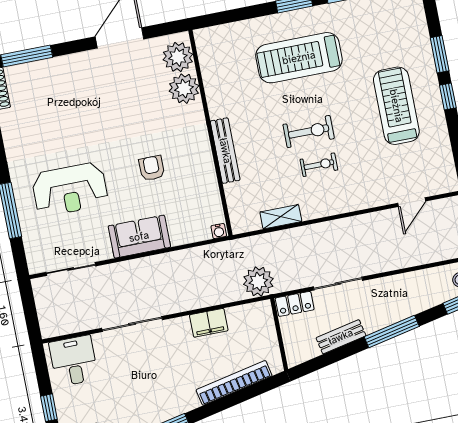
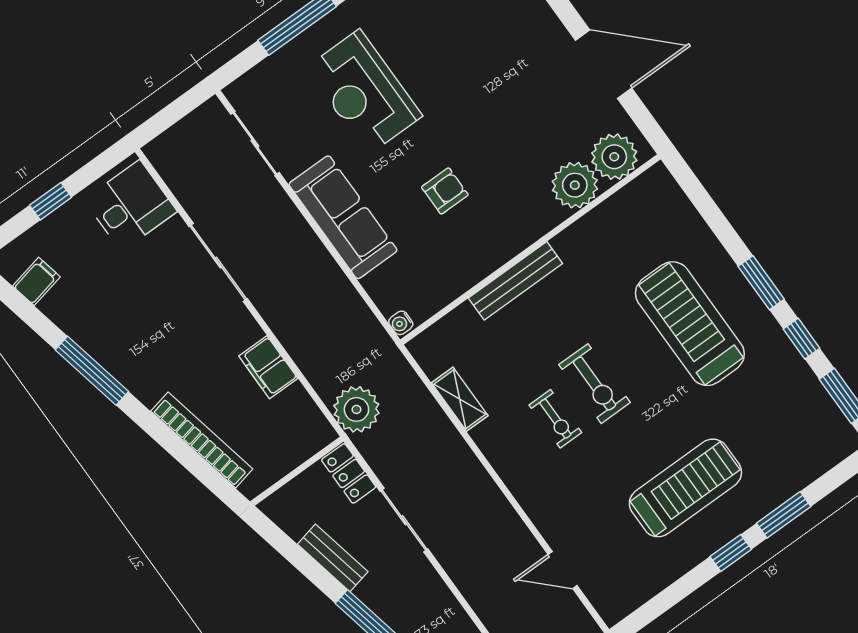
sofa: (139, 237) -> (343, 217), width x1.36

